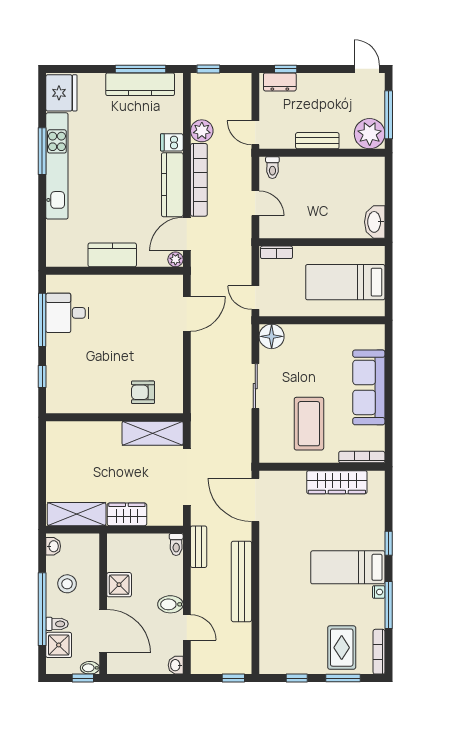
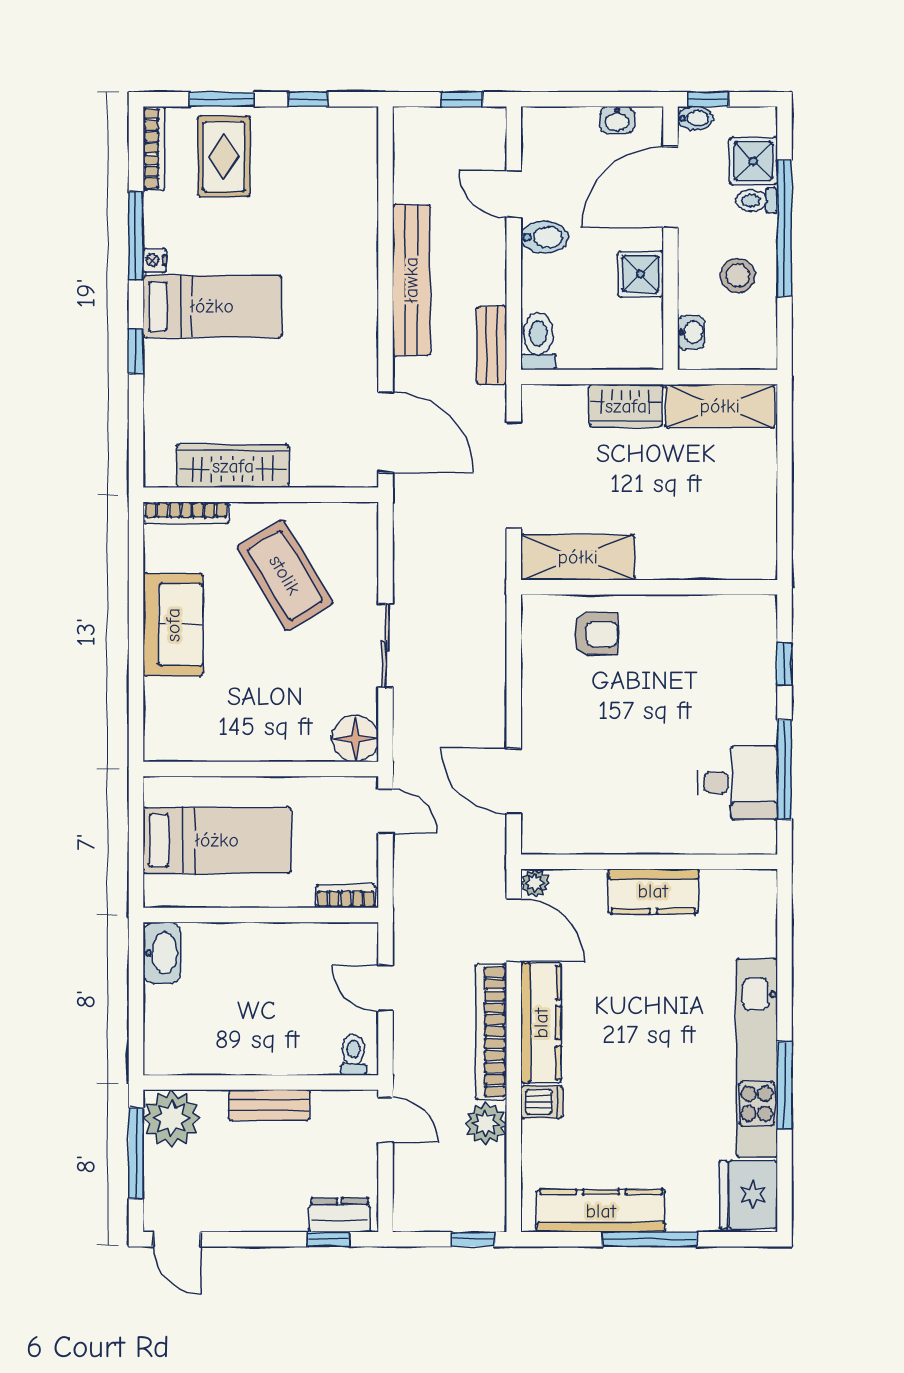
window: (140, 69) -> (650, 1239), moved
door: (187, 234) -> (514, 930), hinge flipped
door: (187, 314) -> (514, 781), hinge flipped
sofa: (369, 387) -> (173, 625), width x0.73
coffee table: (309, 424) -> (285, 575), turned -31
toilet: (176, 544) -> (538, 341), width x1.37, depth x1.39
washbasin: (53, 546) -> (691, 332), moved, turned 180
door: (103, 631) -> (670, 187), hinge flipped
washbasin: (176, 665) -> (617, 120), moved, turned 90
window: (233, 678) -> (462, 99), moved

